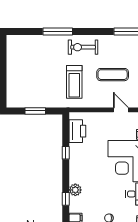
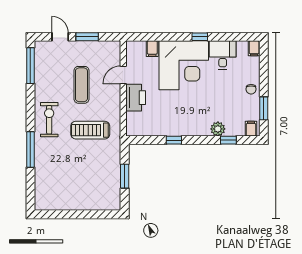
exercise bike: (83, 47) -> (49, 120), turned 180
treadmill: (74, 82) -> (90, 130), turned 180
printer: (77, 131) -> (136, 98), moved, turned 90

